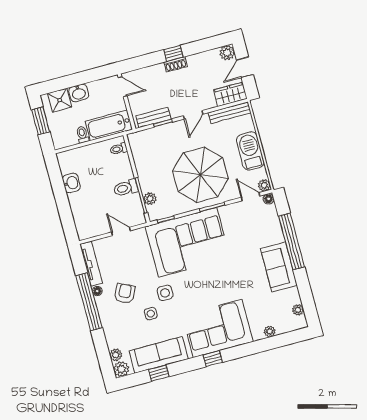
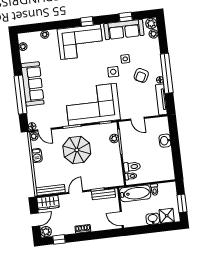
window: (173, 53) -> (59, 239), moved
barbecue: (250, 151) -> (37, 156), width x0.53, depth x0.65
parasol: (200, 175) -> (77, 150), width x0.73, depth x0.73
washbasin: (71, 183) -> (165, 141), moved
toilet: (126, 188) -> (132, 167), moved
sofa: (279, 267) -> (33, 84), width x1.36

